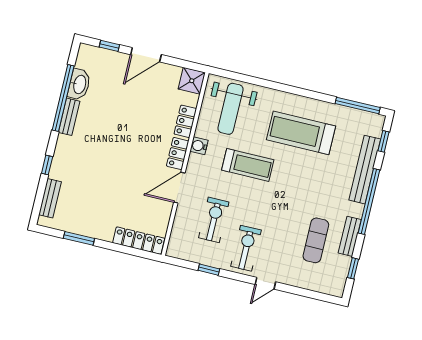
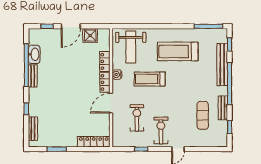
shower: (192, 81) -> (90, 36), moved
treadmill: (248, 165) -> (150, 79), turned 180

